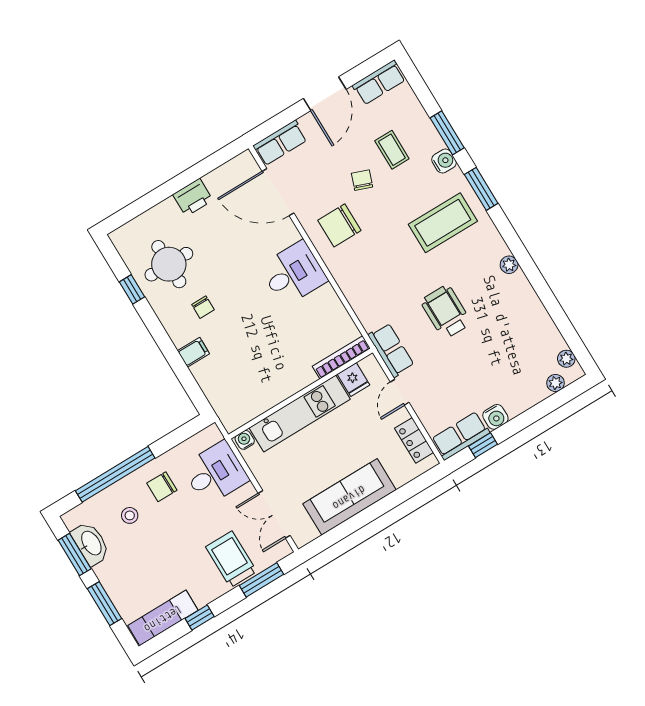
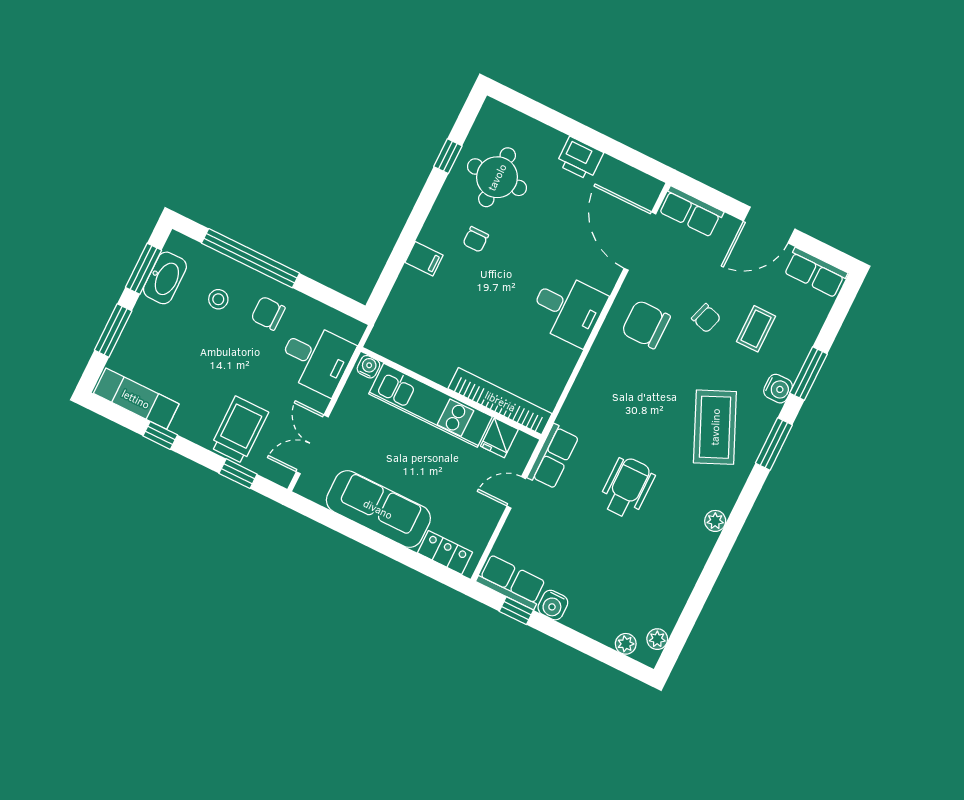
chair: (362, 180) -> (706, 318), turned 88
coffee table: (443, 223) -> (715, 427), turned 66
bookcase: (341, 357) -> (500, 401), width x1.48, depth x1.31
locker: (414, 440) -> (445, 553), moved, turned 90
window: (262, 580) -> (238, 474), width x0.67

